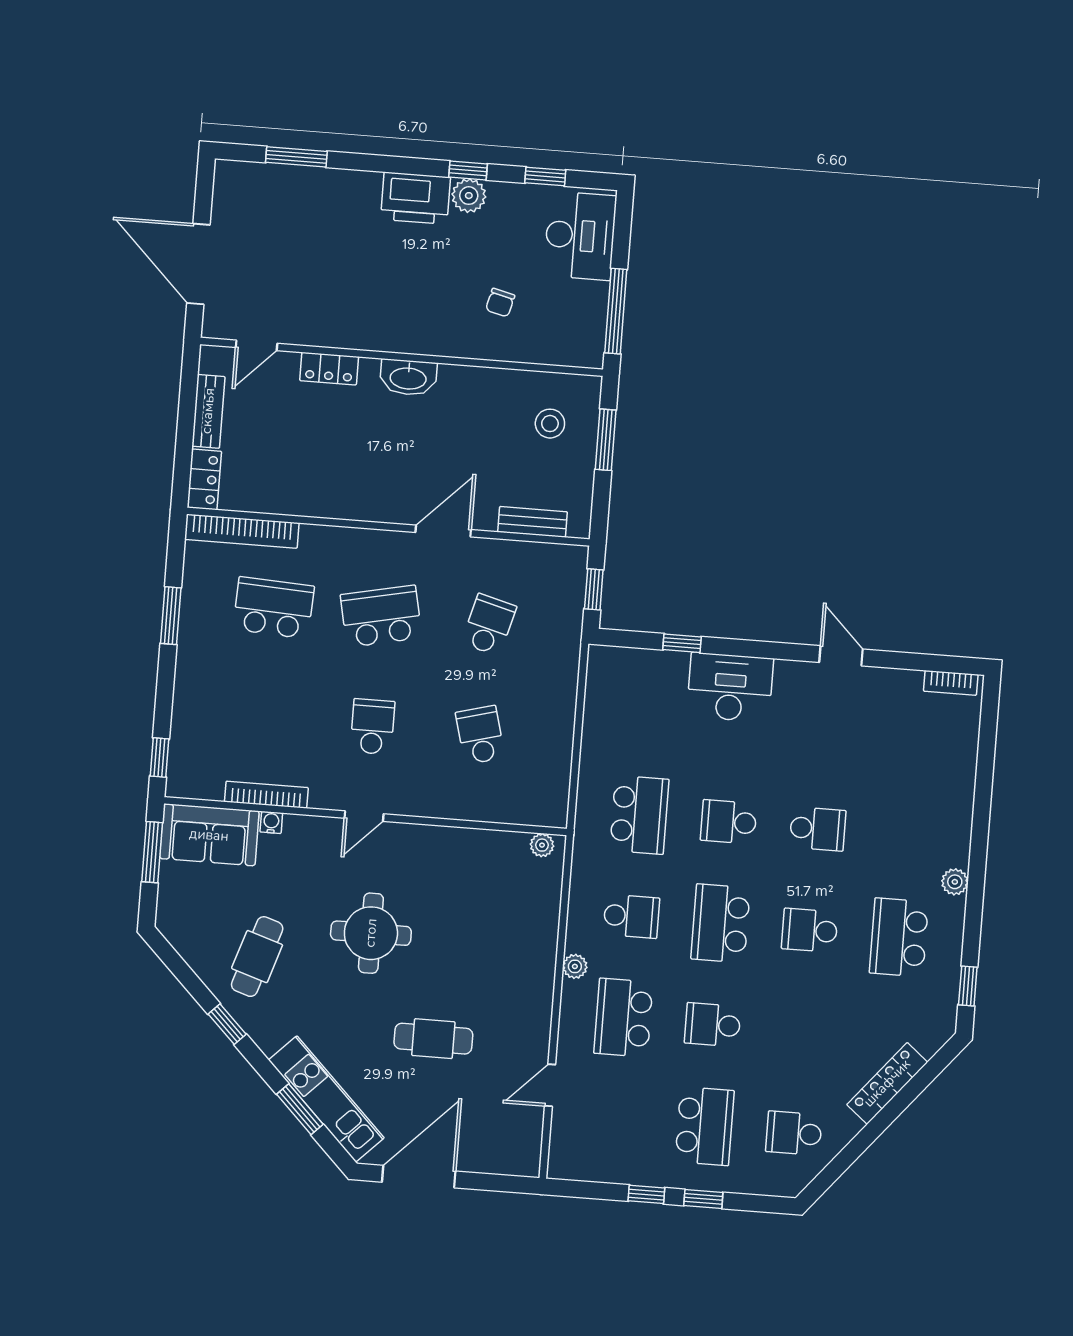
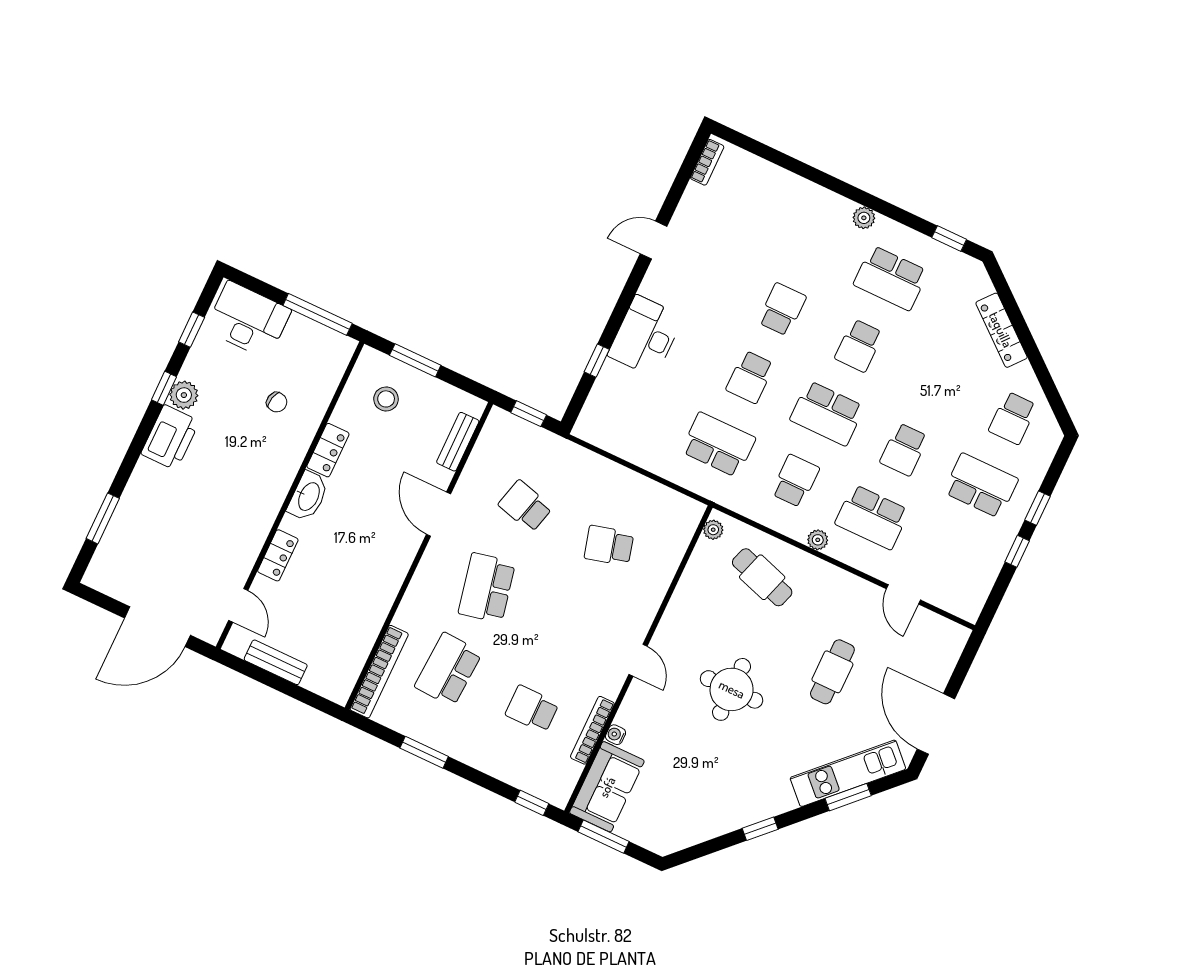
locker: (204, 479) -> (328, 450), moved, turned 90
school desk: (372, 727) -> (532, 709), moved
cafe table: (257, 957) -> (762, 577), moved

